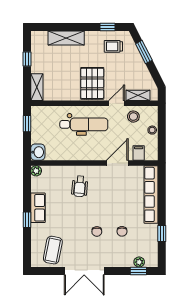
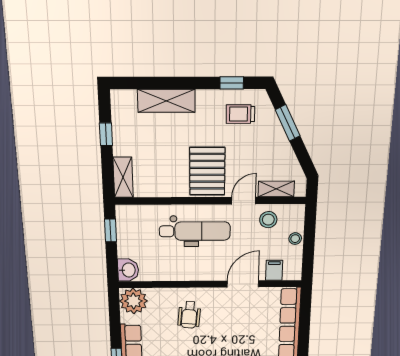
plant: (36, 171) -> (133, 301), width x1.88, depth x1.88

